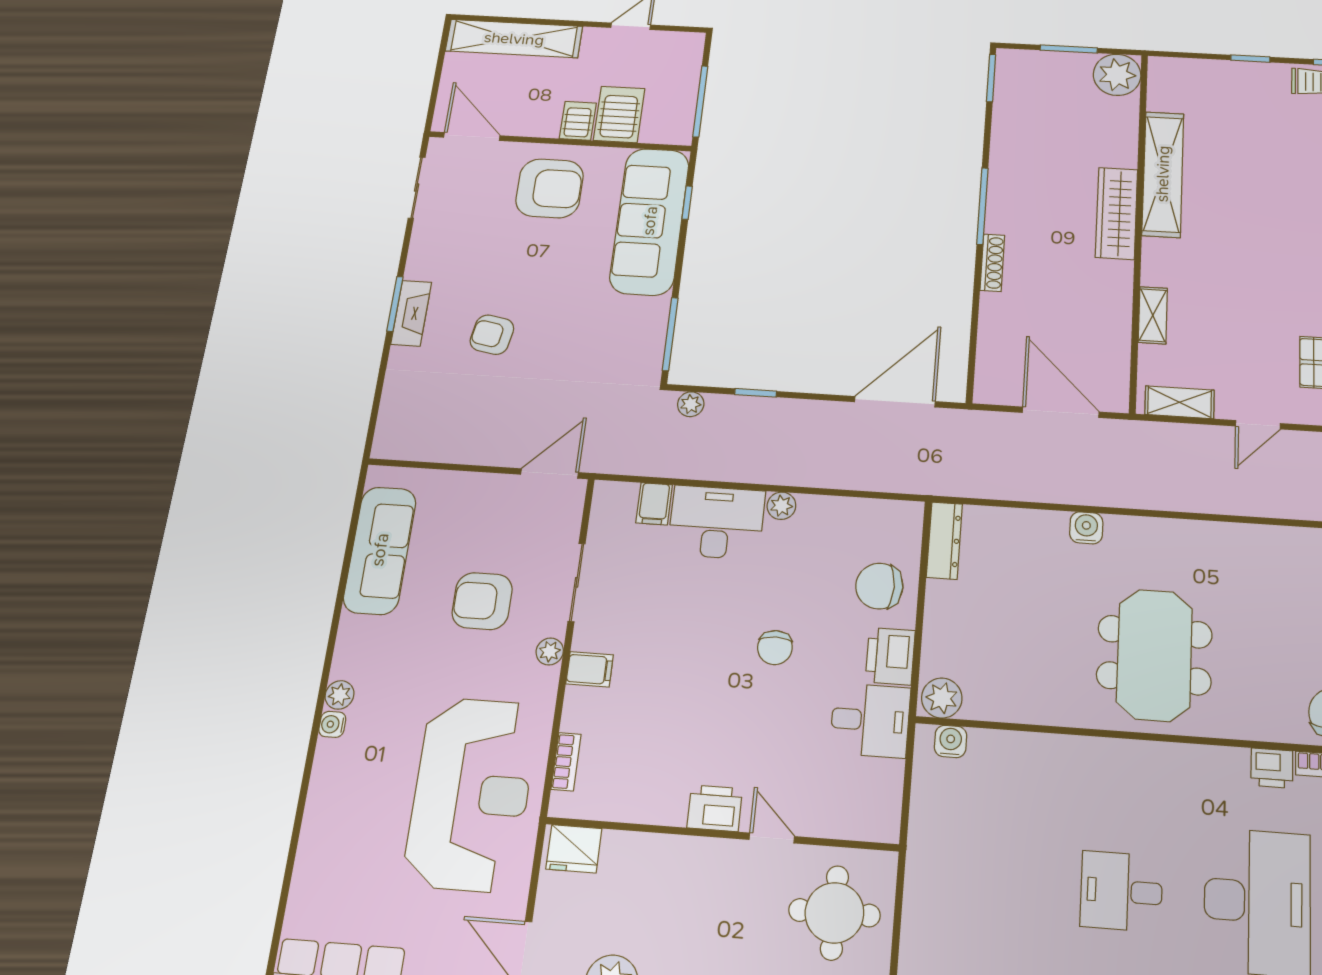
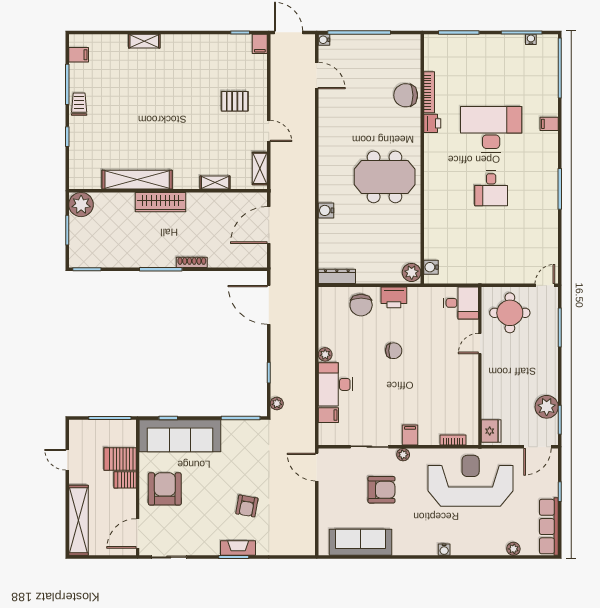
armchair: (482, 601) -> (381, 490), turned -90
plant: (340, 695) -> (513, 549), moved
desk: (870, 720) -> (461, 303), moved, turned 90
printer: (715, 808) -> (469, 370), removed

